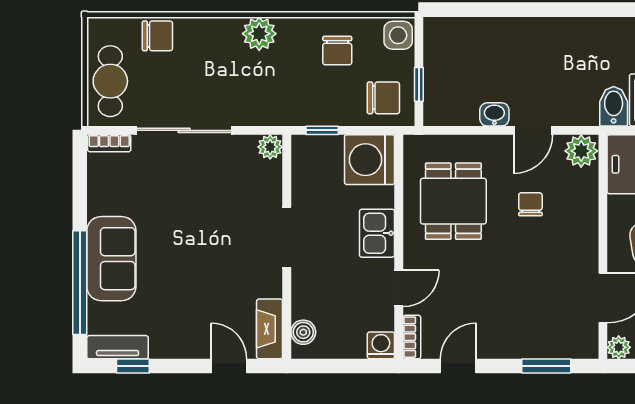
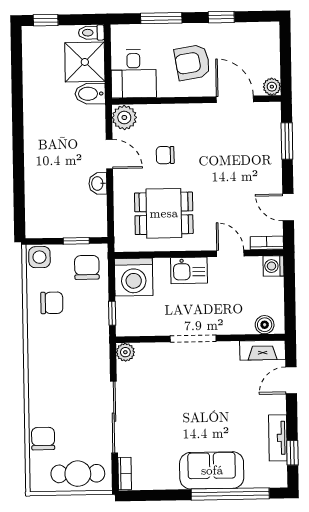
plant: (259, 34) -> (40, 362), removed
tv unit: (118, 347) -> (278, 438), moved

